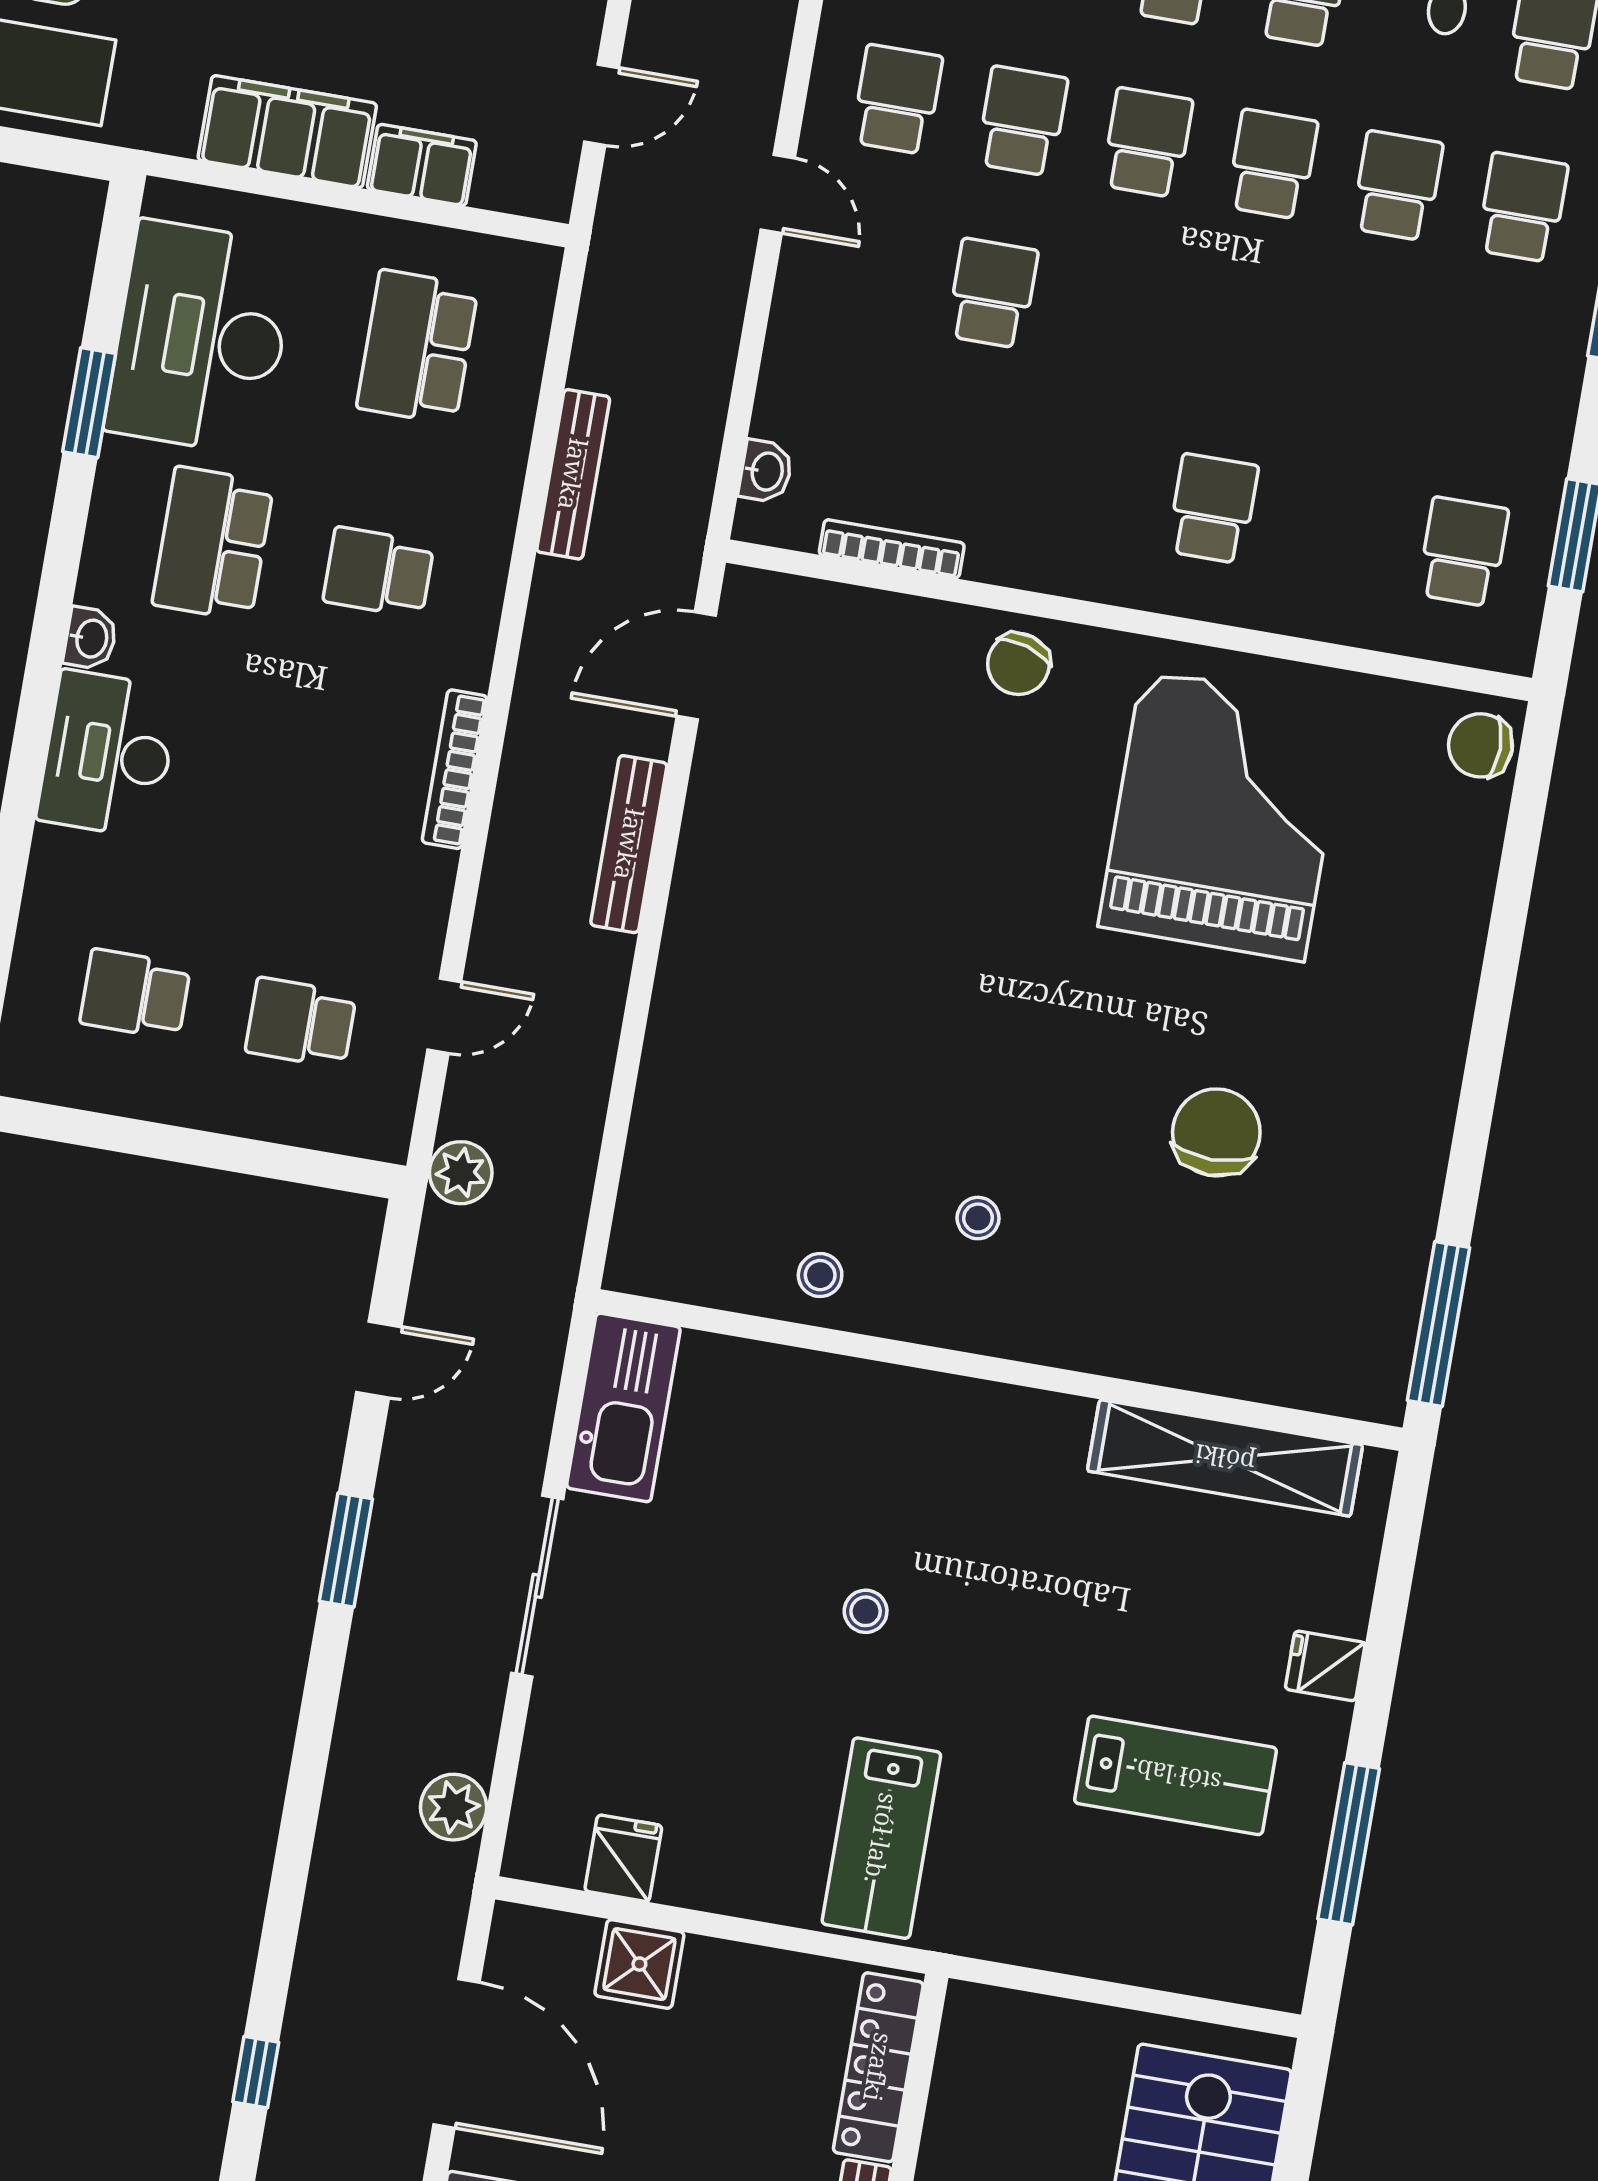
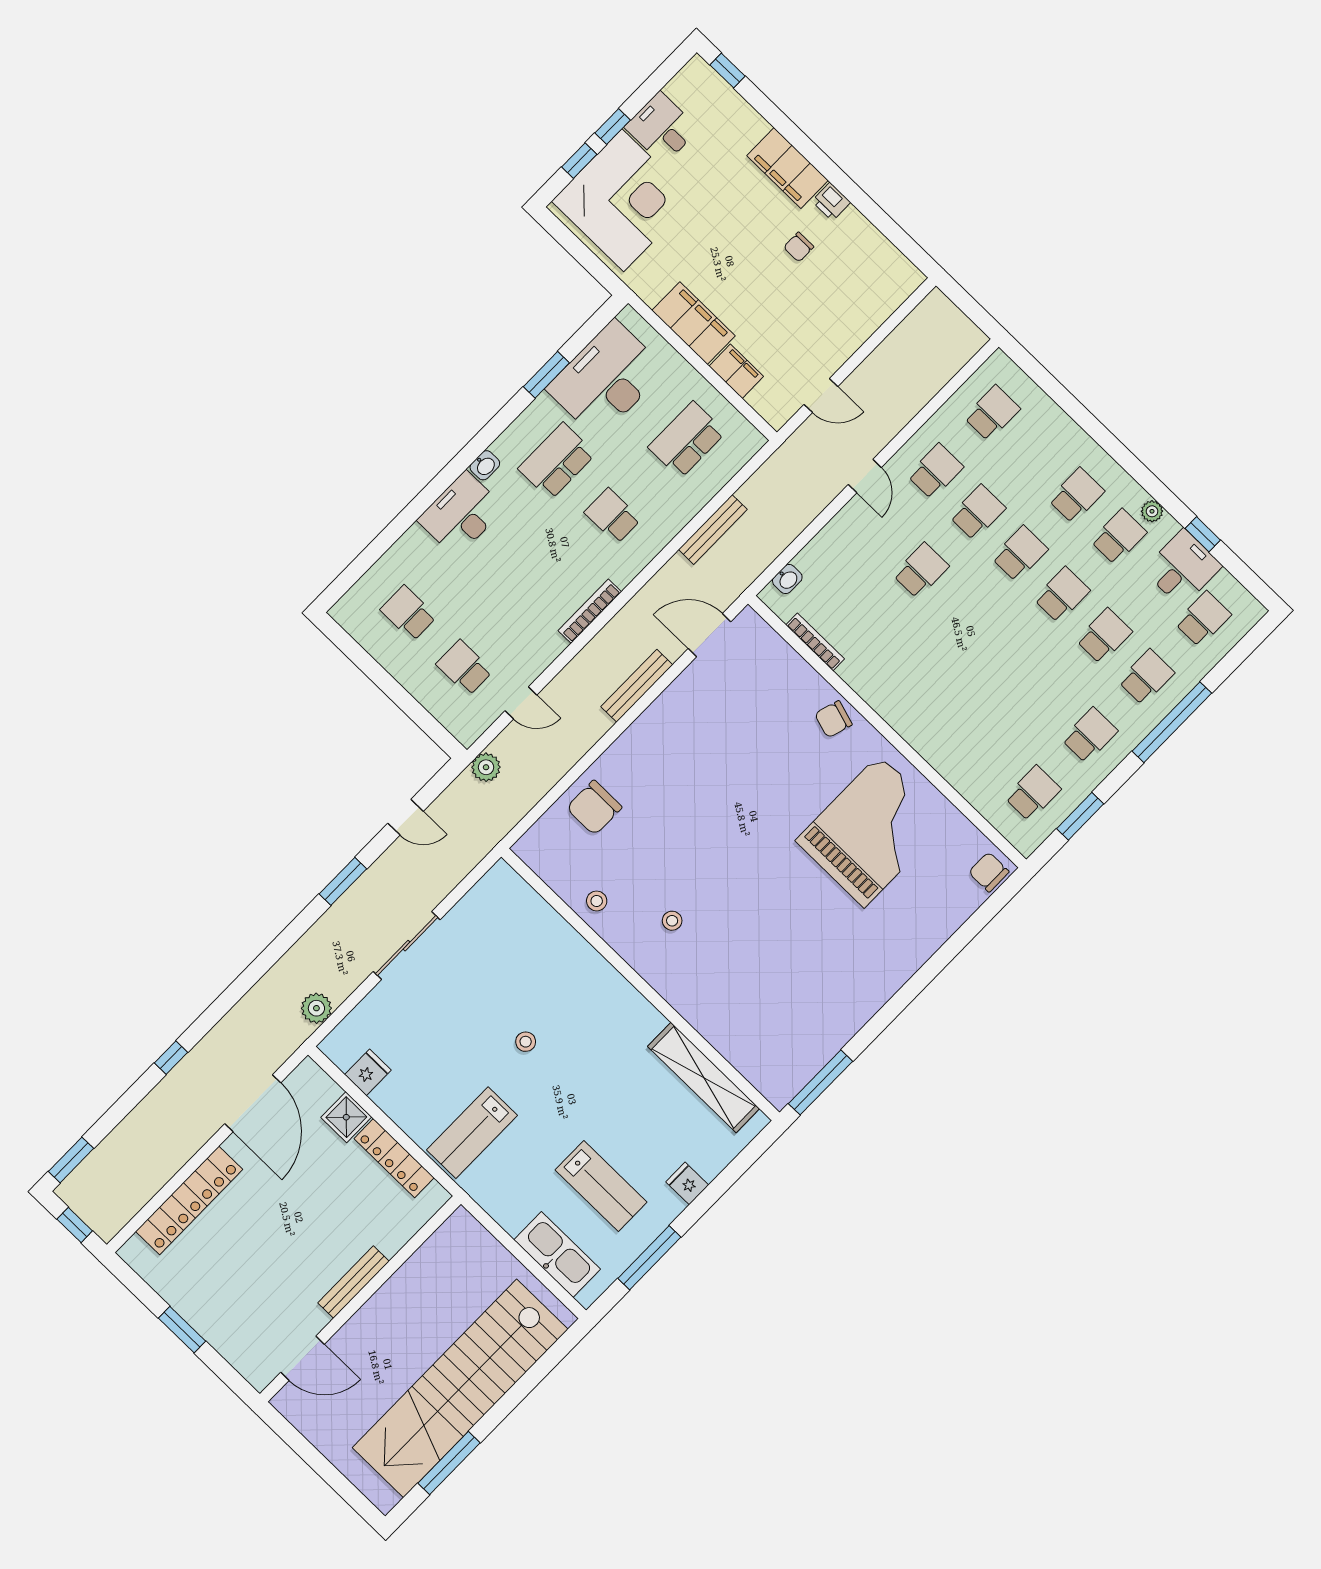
school desk: (1213, 509) -> (1090, 735), moved
chair: (1216, 1132) -> (594, 808), moved, turned 180
kitchen sink: (623, 1407) -> (557, 1255), moved, turned -90
locker: (878, 2067) -> (394, 1158), moved, turned -90

